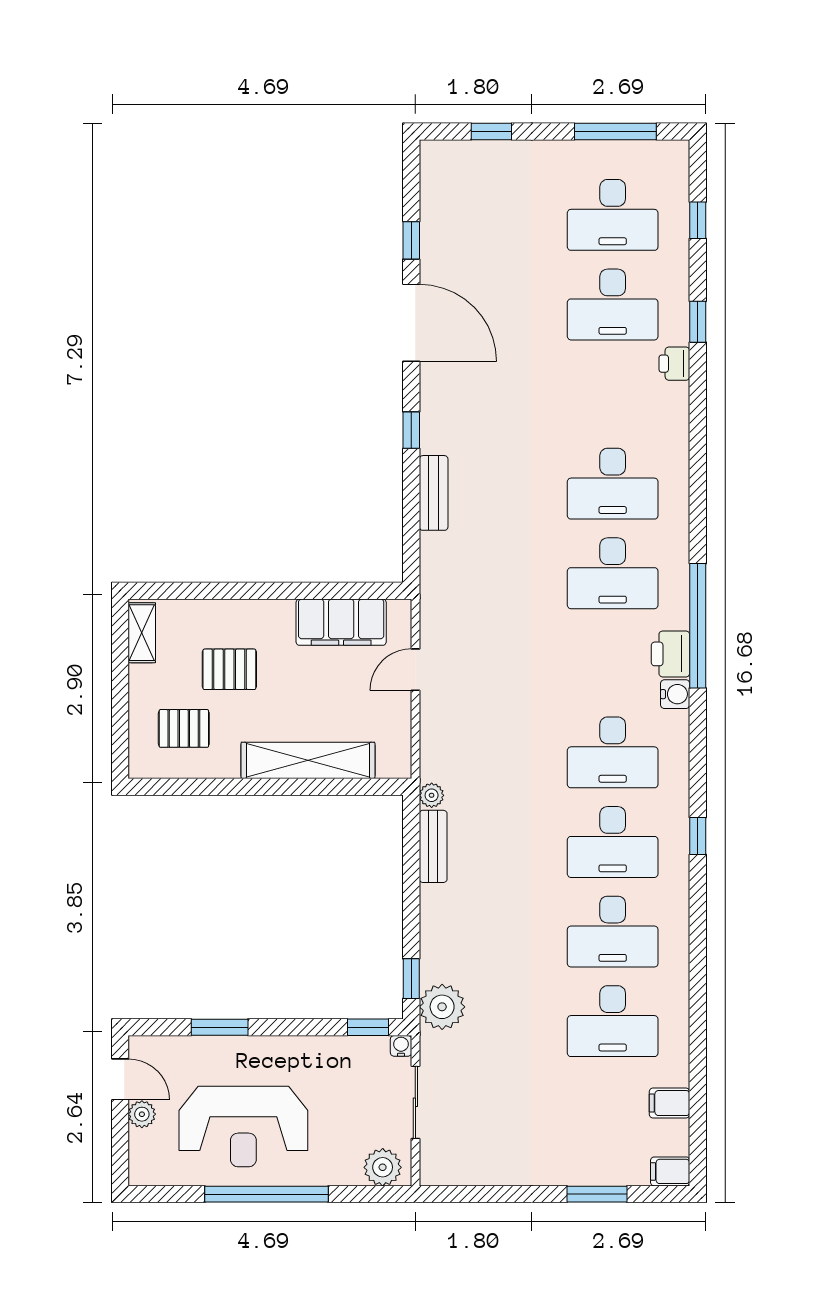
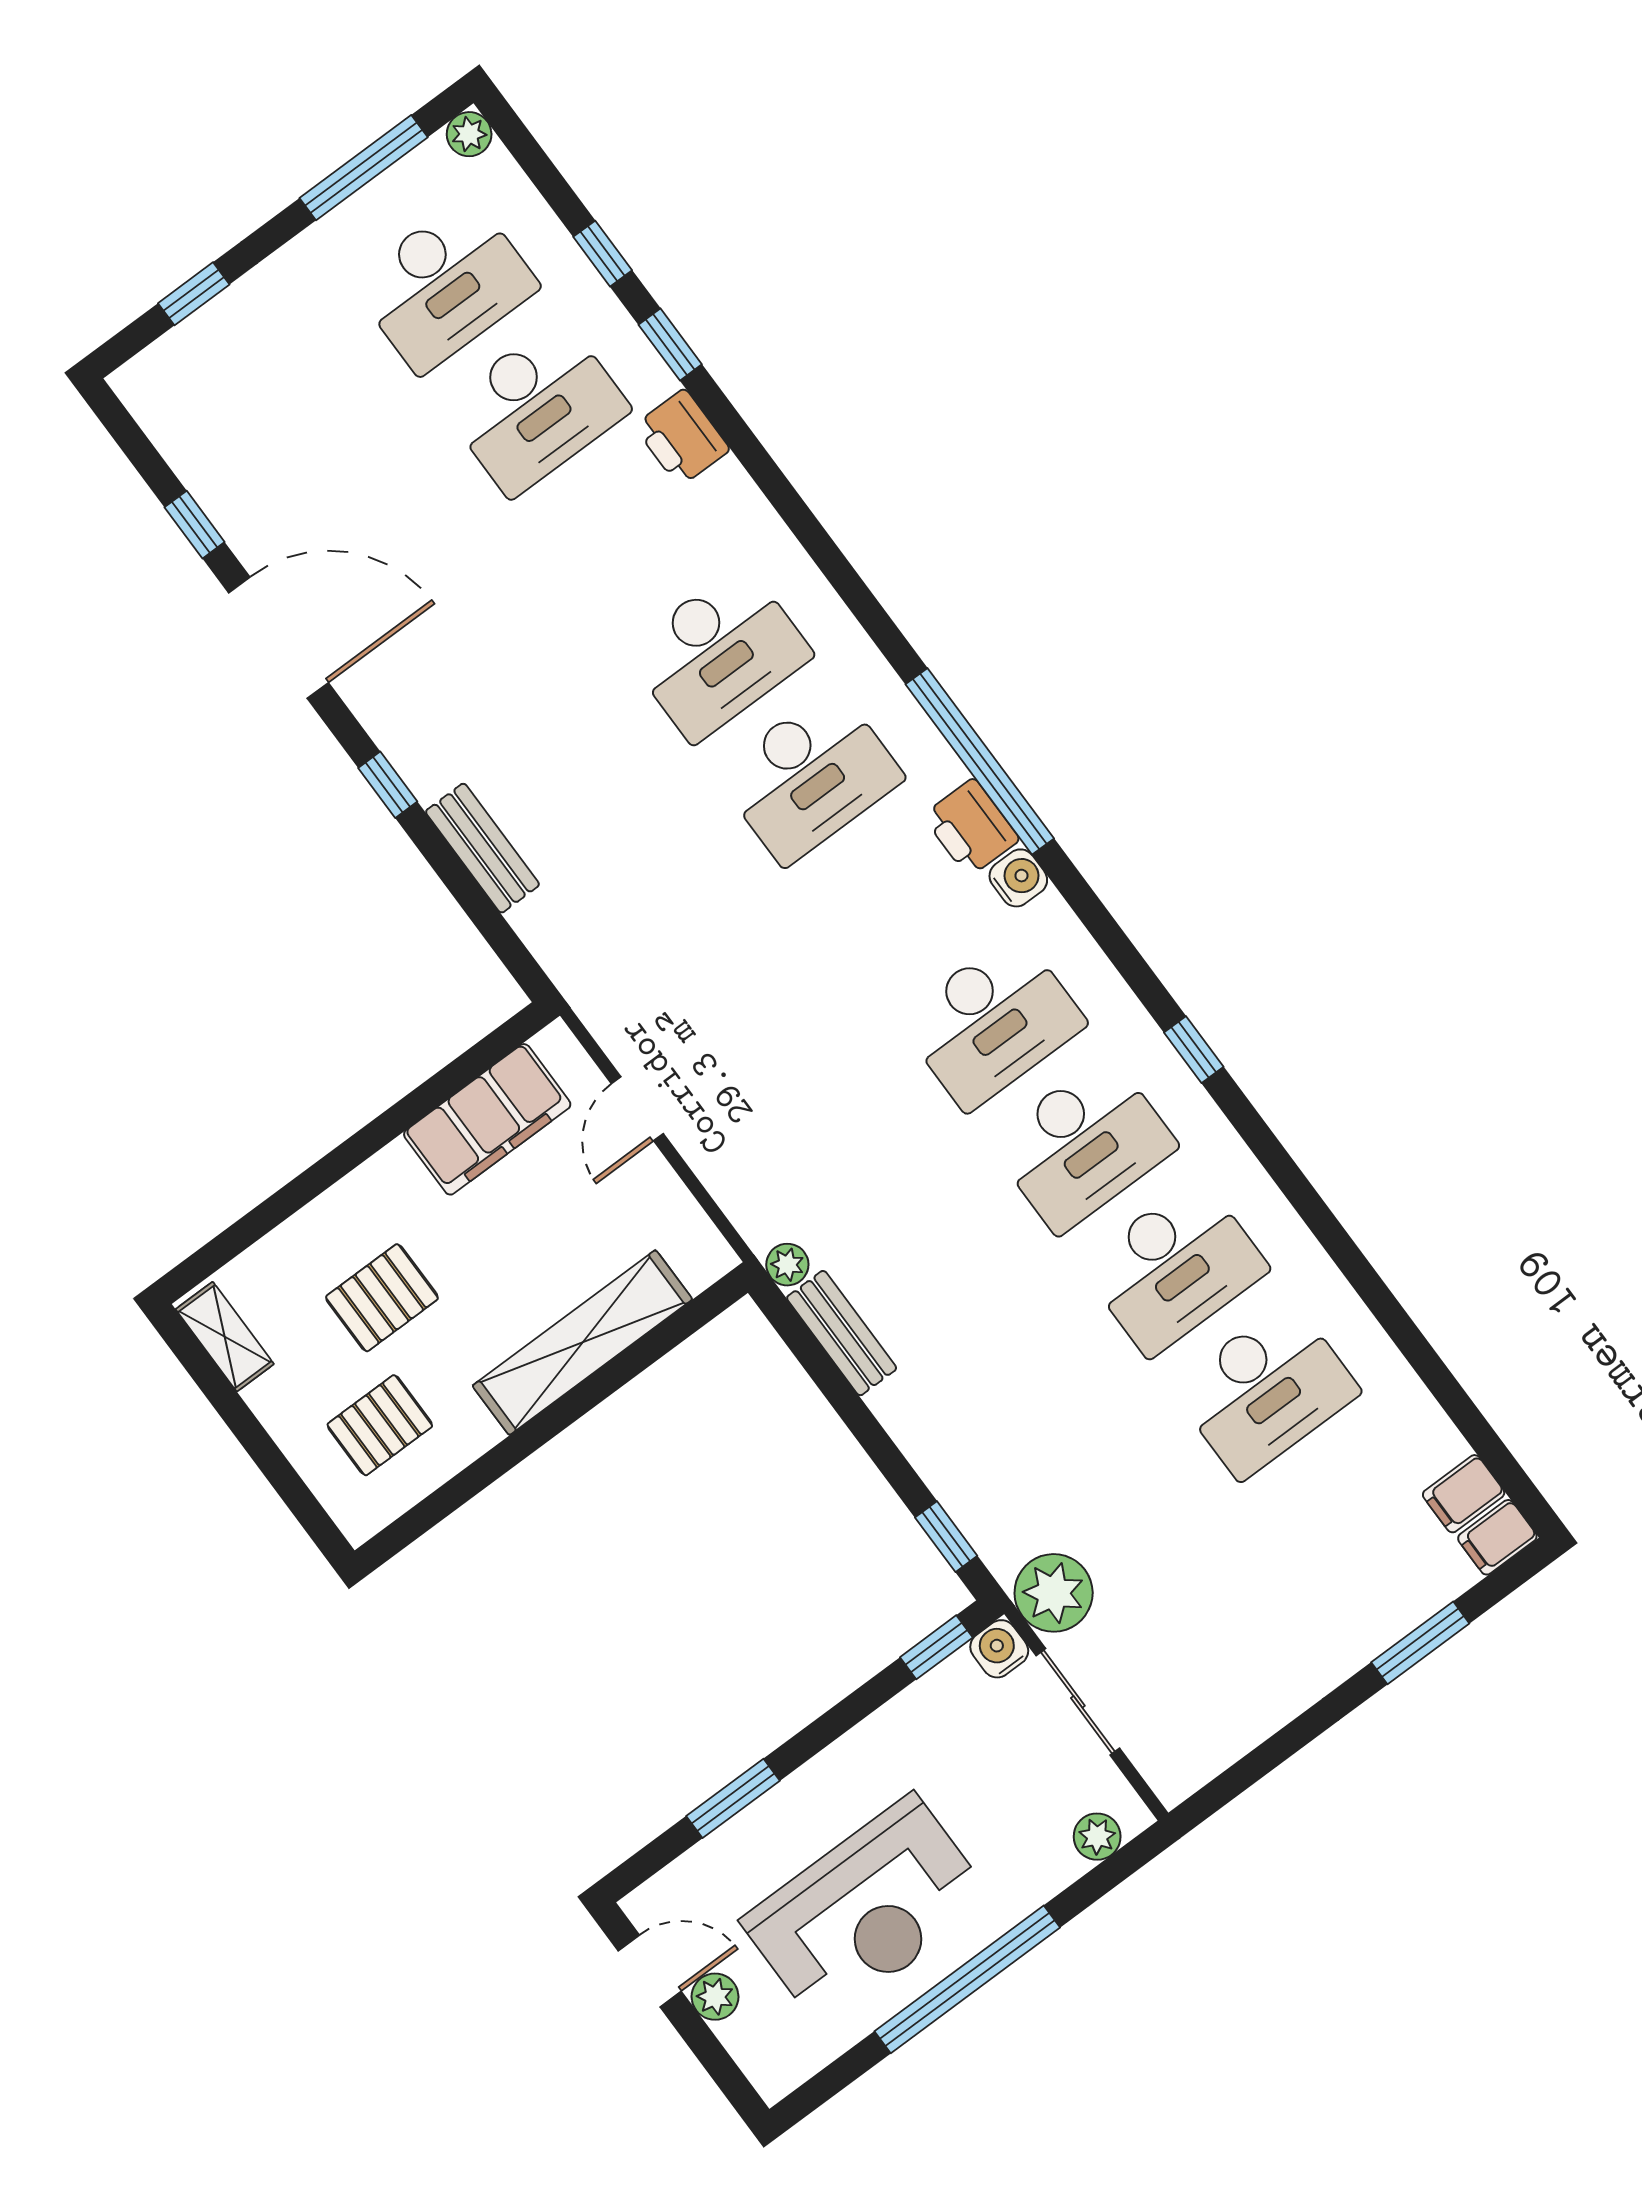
plant: (677, 153) -> (469, 134), added
window: (698, 220) -> (603, 254), moved
printer: (674, 364) -> (682, 438), width x1.36, depth x1.24
plant: (442, 1007) -> (1054, 1593), moved
water cooler: (401, 1046) -> (999, 1649), width x1.38, depth x1.38
filing cabinet: (669, 1103) -> (1464, 1494), moved
plant: (383, 1167) -> (1097, 1837), width x0.73, depth x0.73

